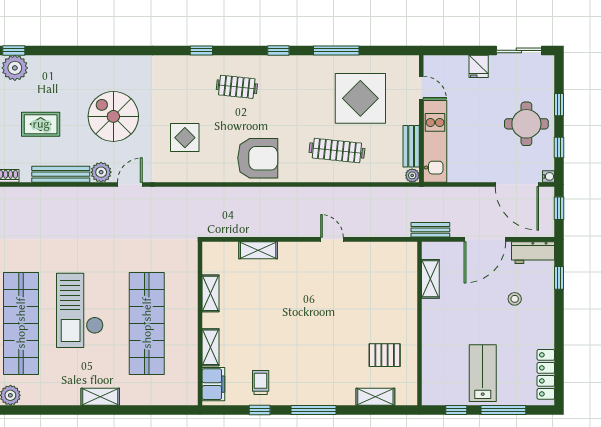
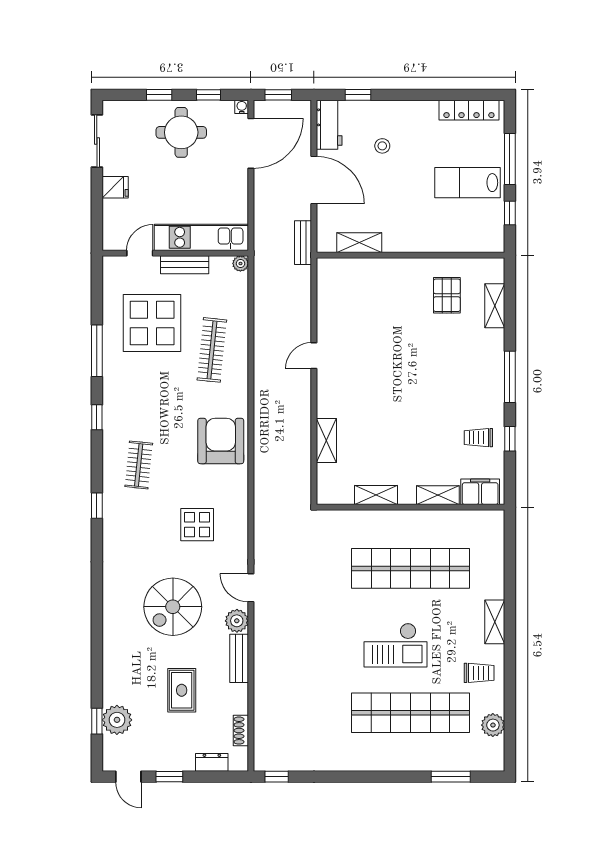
bench: (411, 146) -> (185, 265), moved
bench: (61, 174) -> (239, 658), width x0.73
checkout: (80, 310) -> (395, 645), width x0.73, depth x0.83
trolley: (56, 383) -> (479, 673), added

